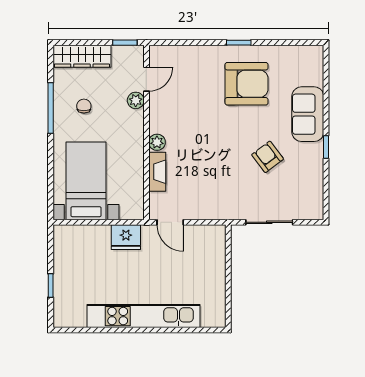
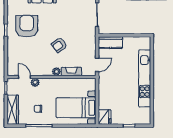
armchair: (268, 157) -> (59, 45), moved
fridge: (126, 237) -> (105, 117), moved
kitchen counter: (214, 248) -> (110, 43), added

